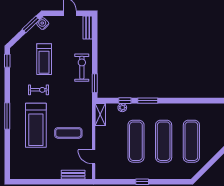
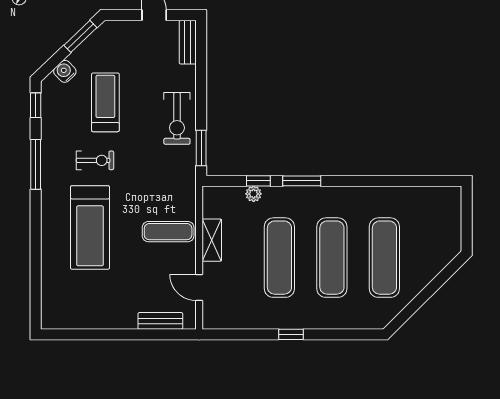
water cooler: (43, 24) -> (65, 71), moved
treadmill: (44, 59) -> (105, 102), turned 180
exercise bike: (82, 68) -> (177, 118), turned 180
shelving: (100, 114) -> (212, 240), moved
window: (7, 116) -> (36, 164), moved
exercise mat: (68, 133) -> (168, 232), moved

